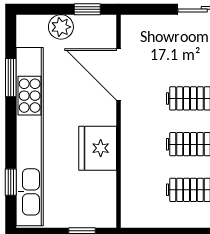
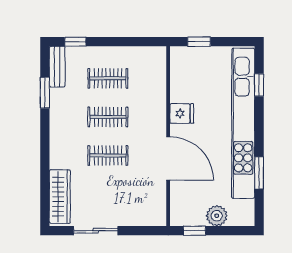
door: (118, 74) -> (168, 158), moved
fridge: (98, 148) -> (182, 113), width x0.53, depth x0.75

